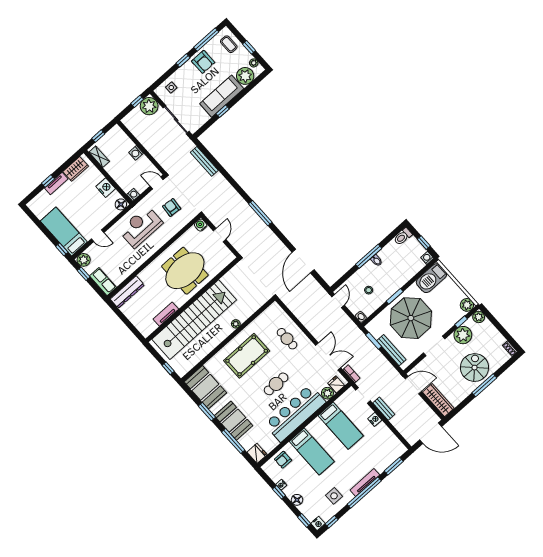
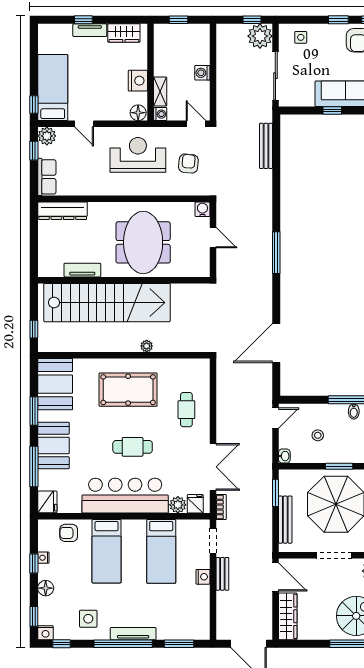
shelving: (99, 157) -> (160, 92), moved
door: (220, 235) -> (213, 238), hinge flipped
meeting table: (185, 271) -> (143, 242), turned 90

